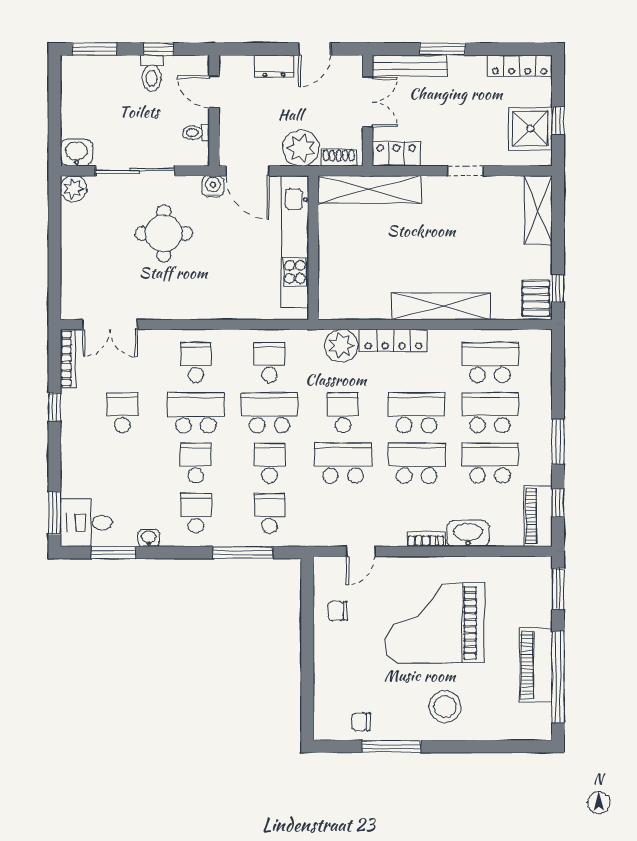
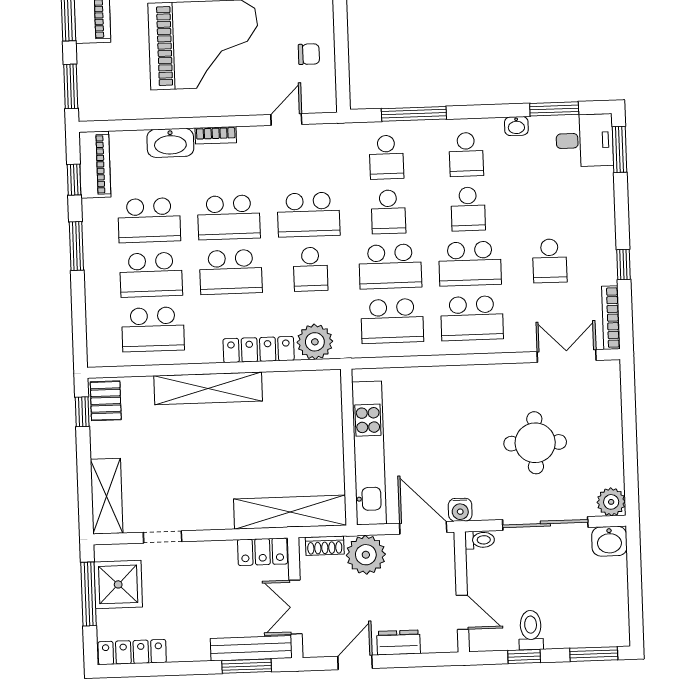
window: (443, 49) -> (247, 666), moved
window: (558, 121) -> (88, 594), width x2.17
toilet: (196, 133) -> (480, 540), moved
doorway: (466, 171) -> (163, 537), moved
round table: (164, 233) -> (535, 443), moved
school desk: (196, 362) -> (472, 318), width x1.85
school desk: (269, 362) -> (392, 321), width x1.85

